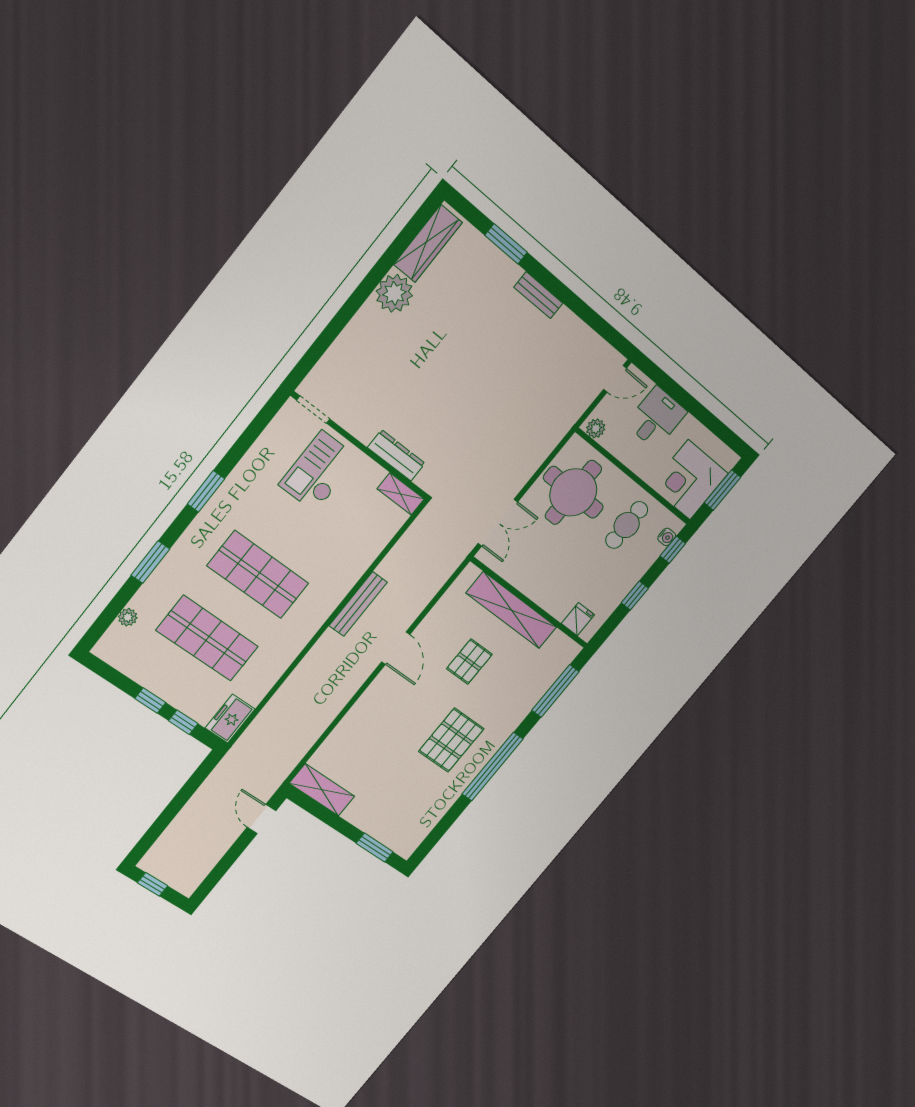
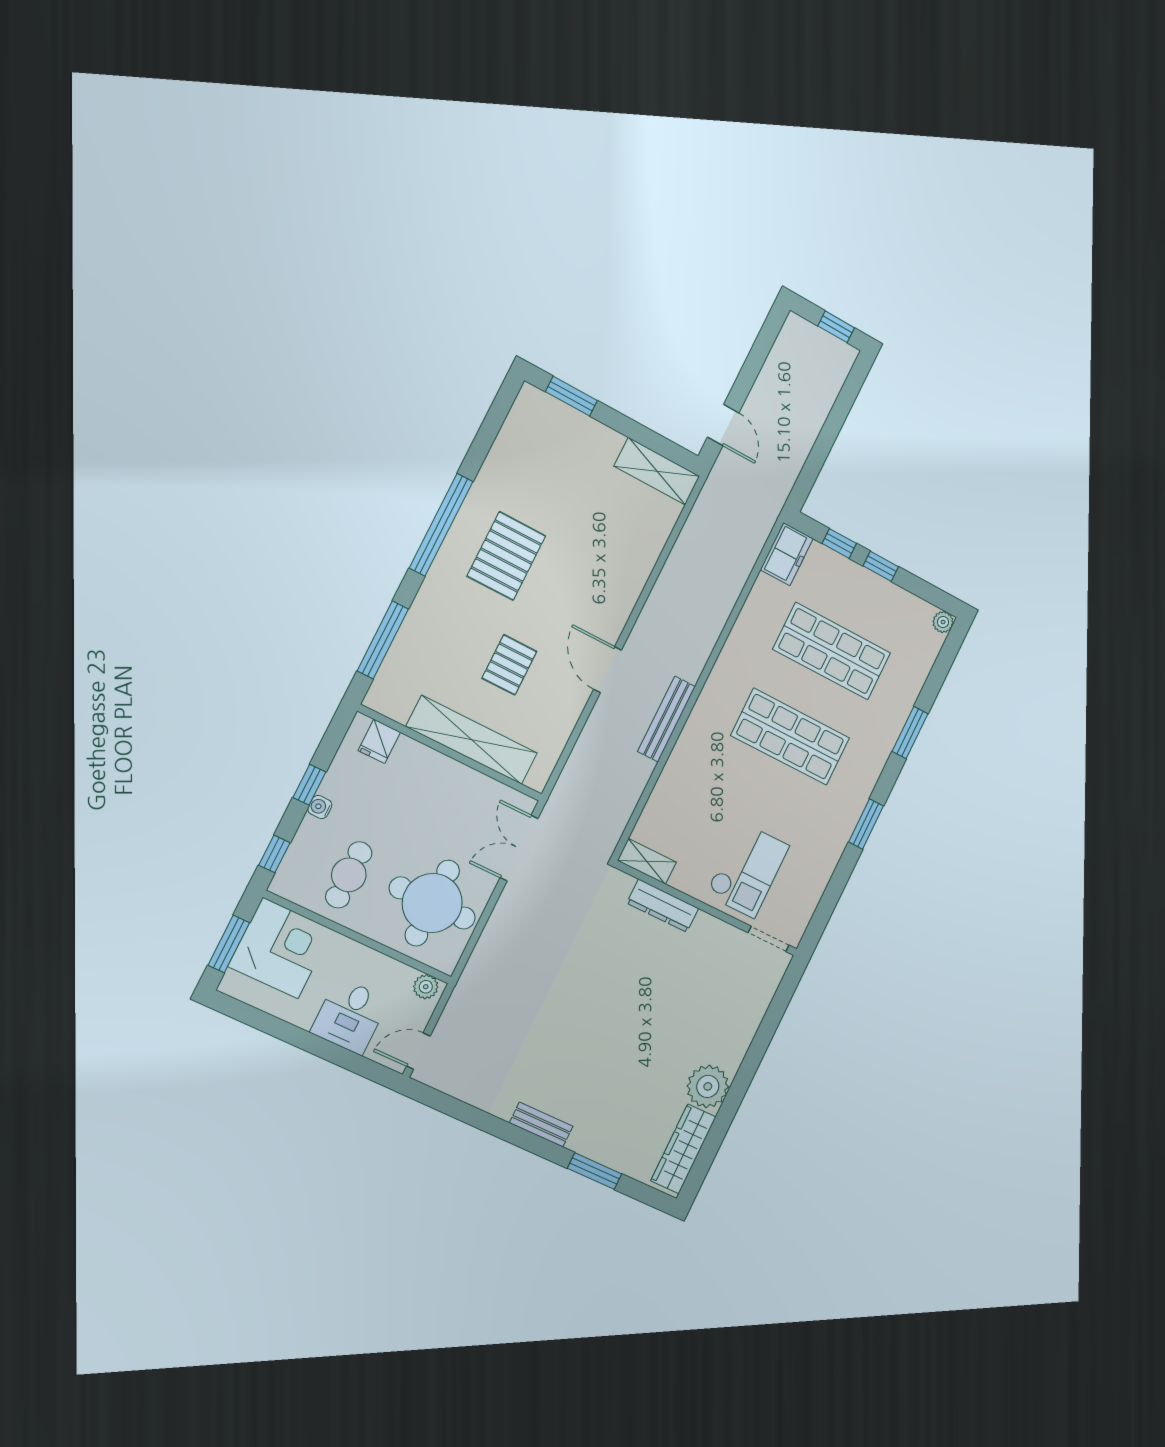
water cooler: (667, 537) -> (320, 807), moved
plant: (128, 617) -> (943, 622), moved

